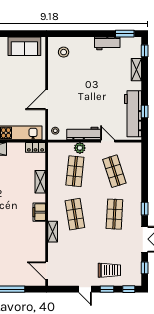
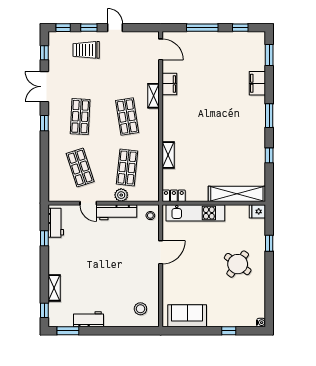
workbench: (133, 114) -> (56, 223), width x0.53, depth x0.76
filing cabinet: (39, 212) -> (169, 84), moved

